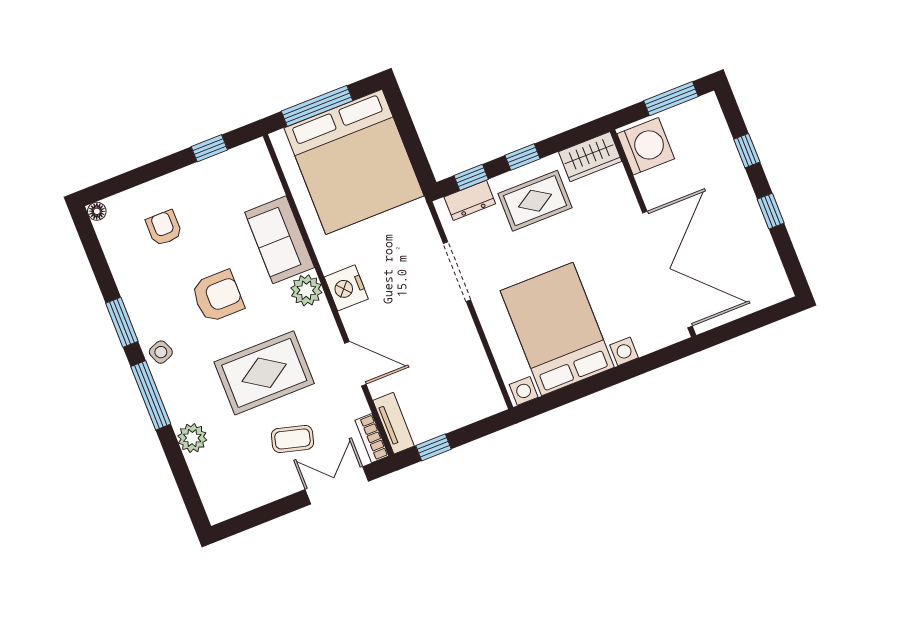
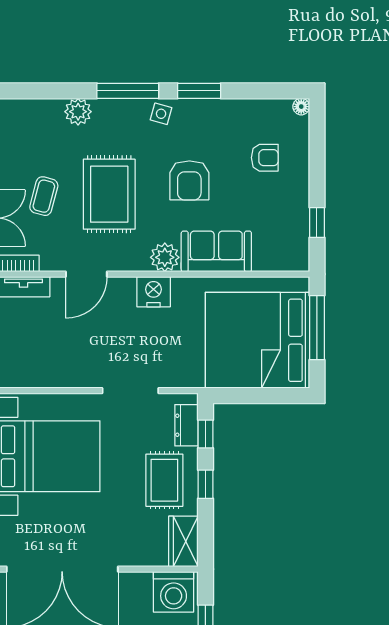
side table: (161, 352) -> (161, 114), turned 38

